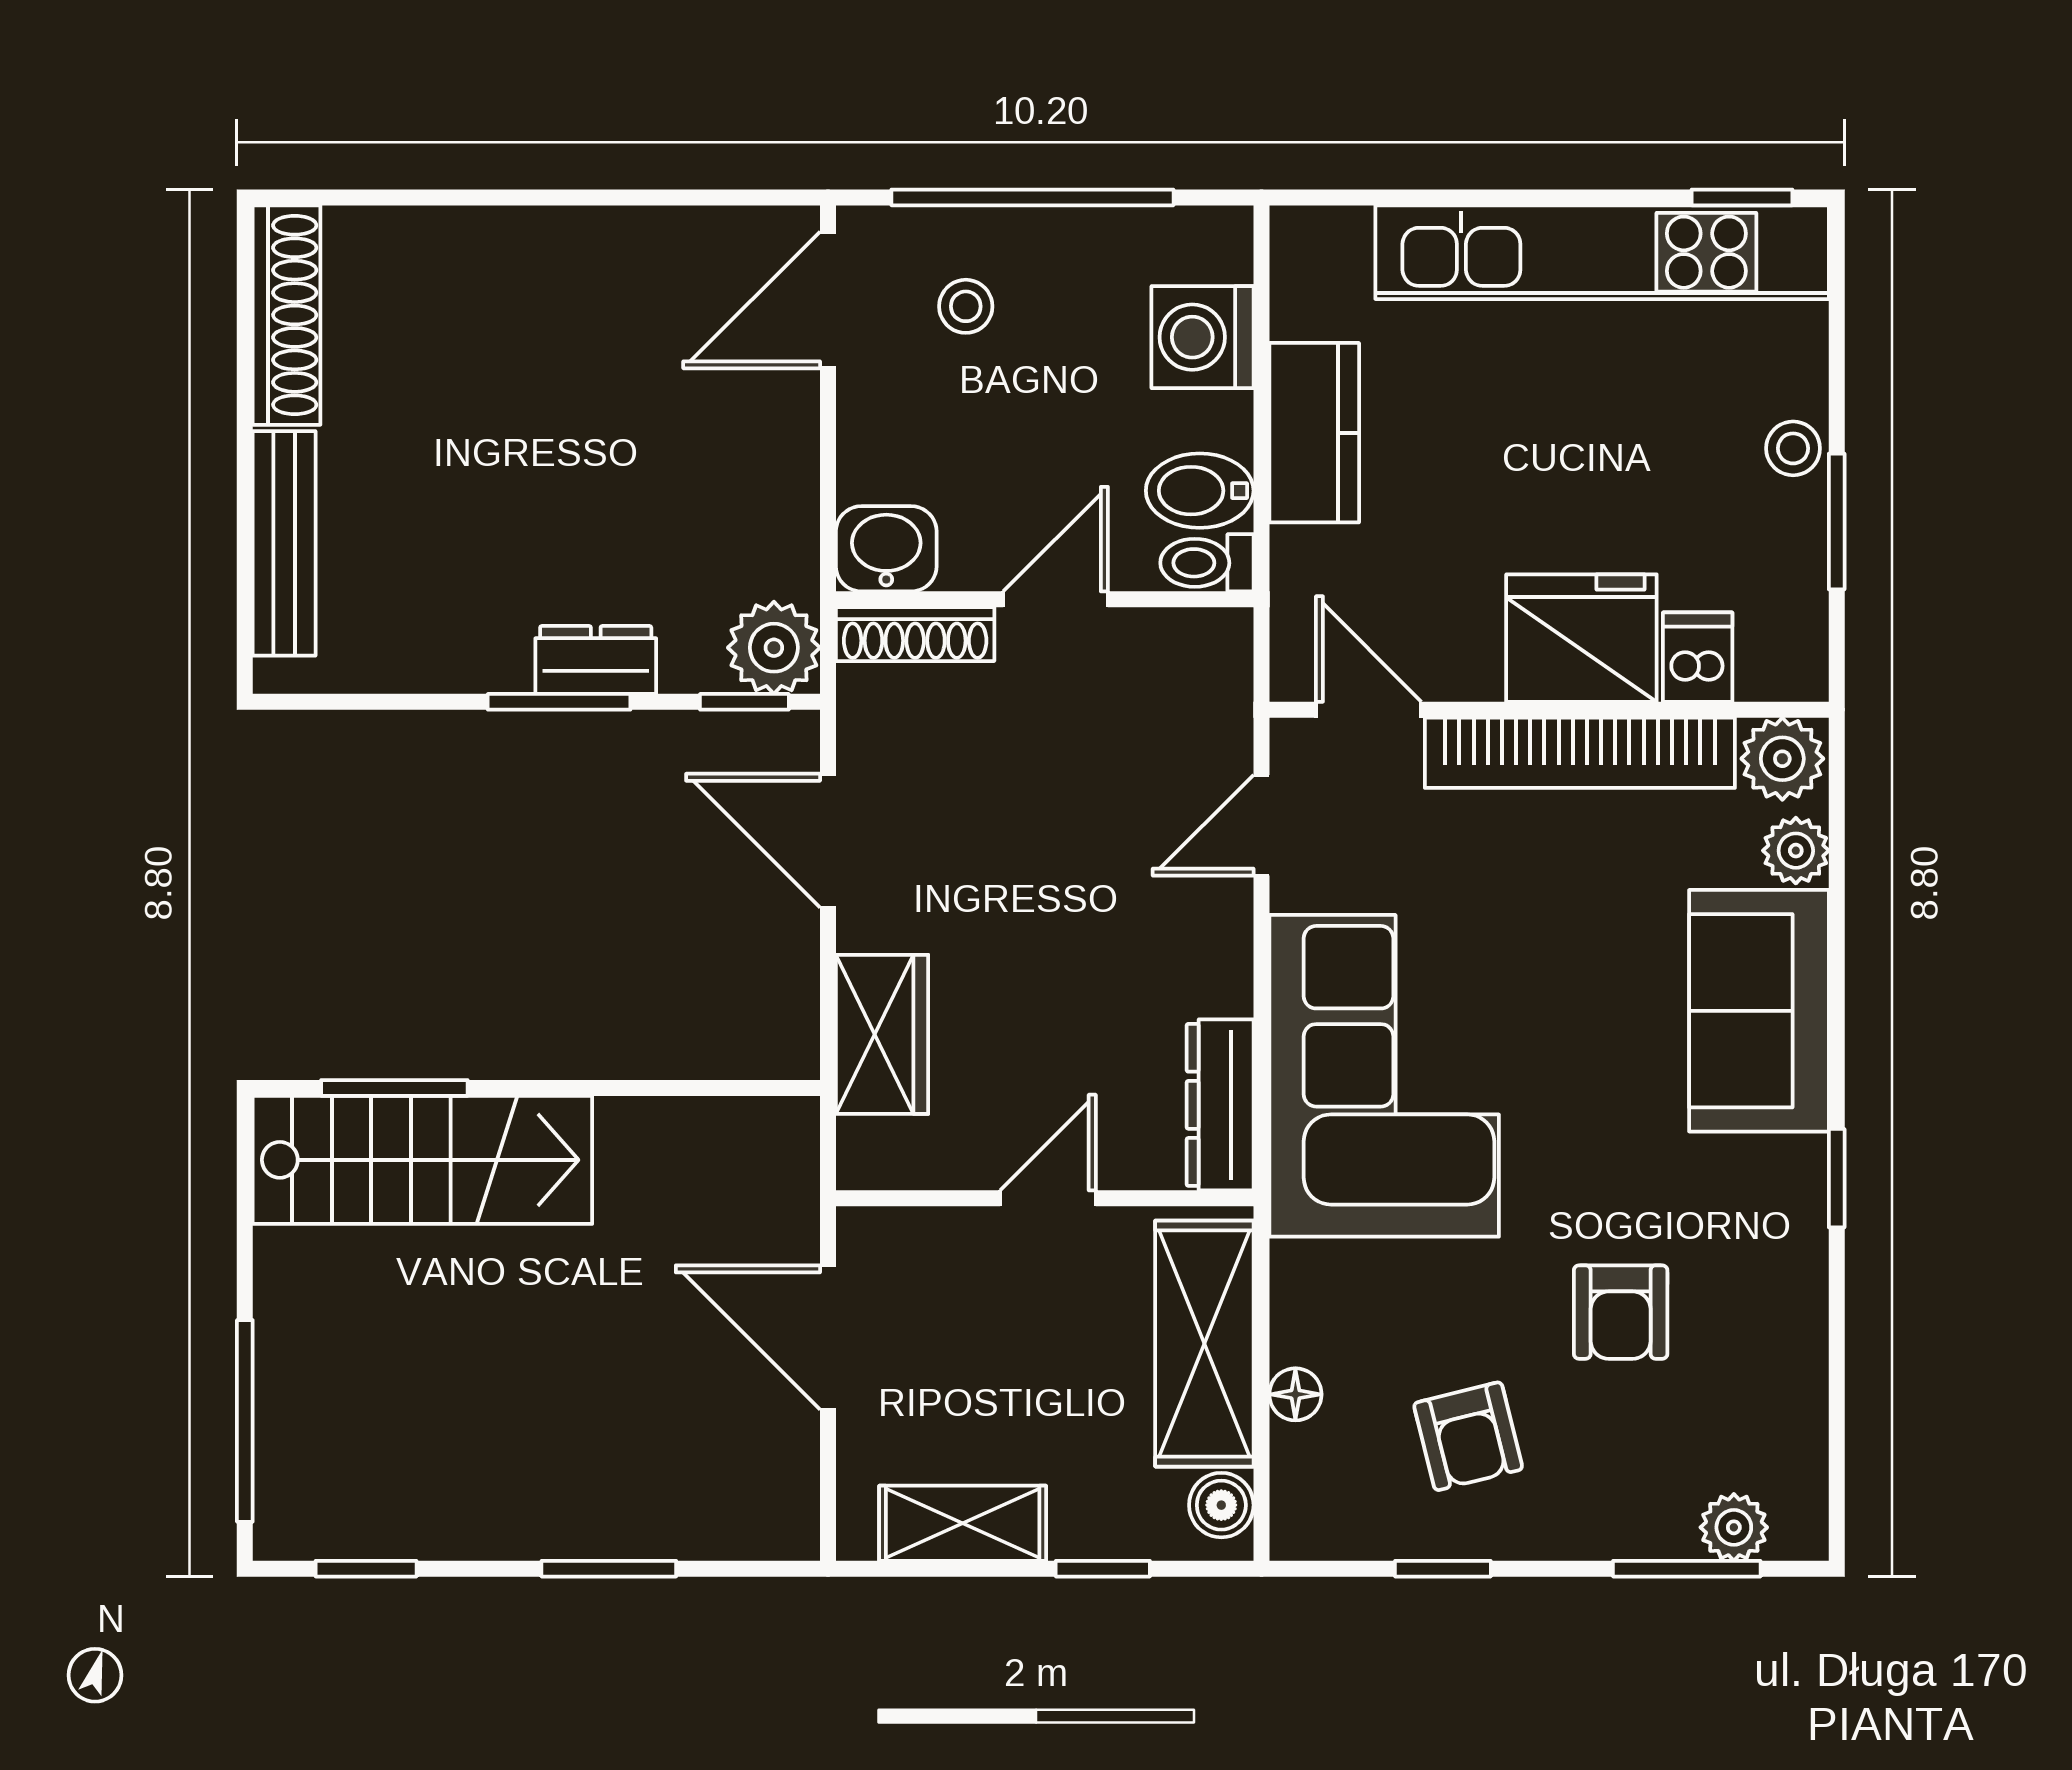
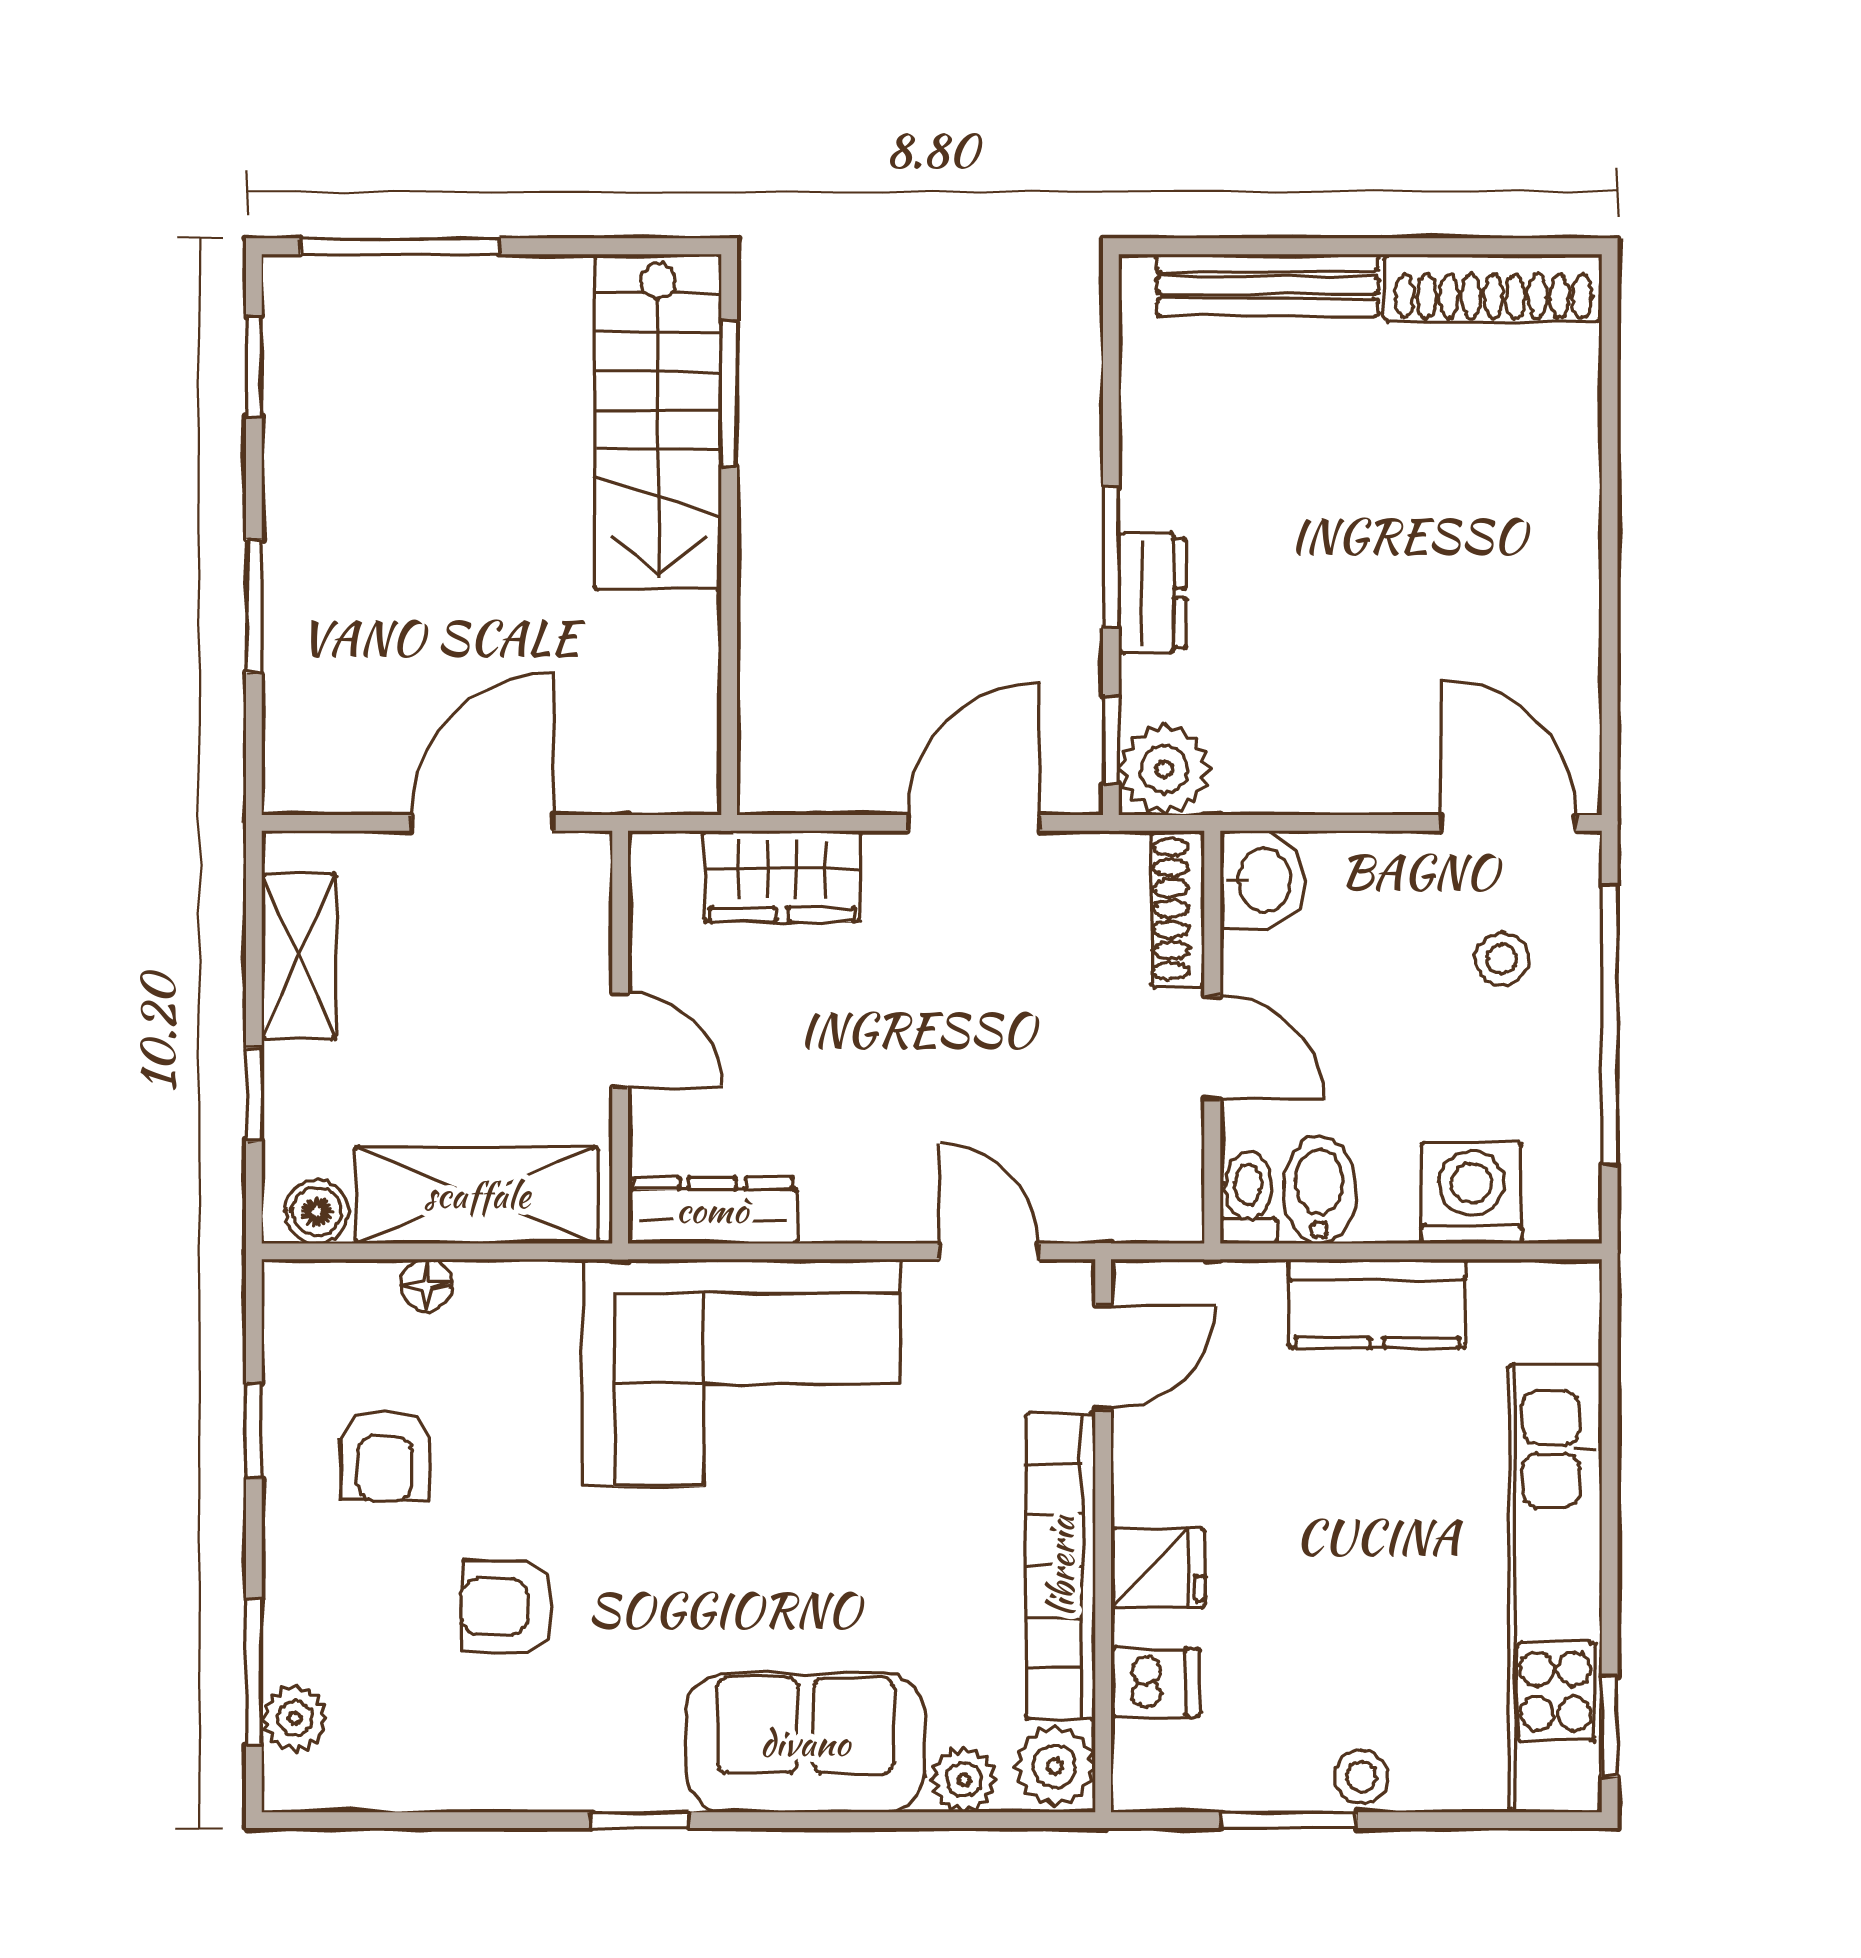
fridge: (1581, 638) -> (1158, 1568), width x0.53, depth x0.75
armchair: (1468, 1436) -> (385, 1456), turned -76

